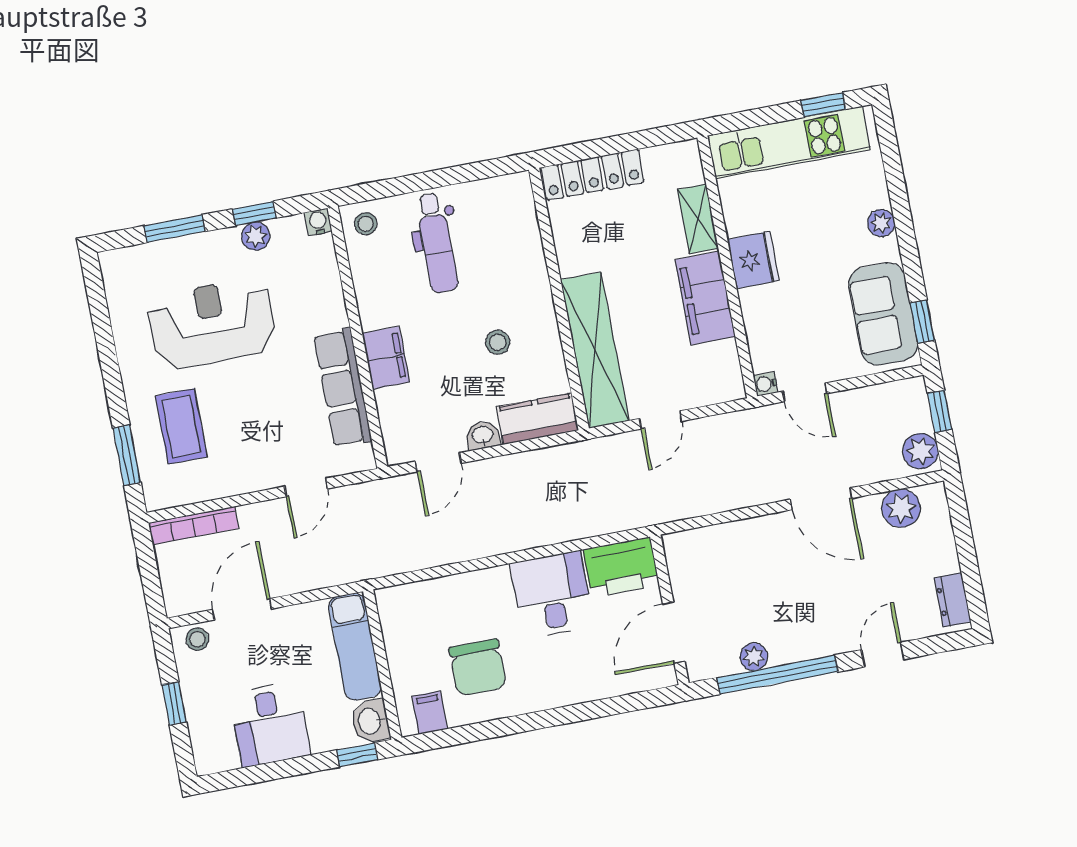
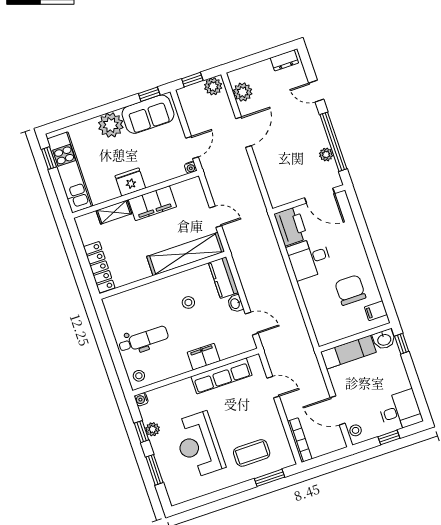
plant: (881, 223) -> (111, 125), width x1.88, depth x1.88
chair: (478, 668) -> (350, 290), turned -90
desk: (270, 724) -> (400, 411), moved

